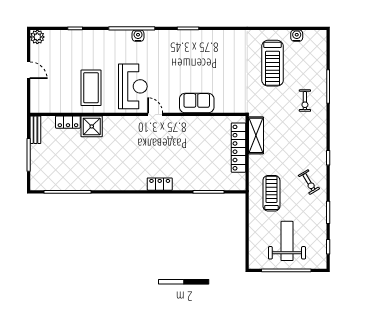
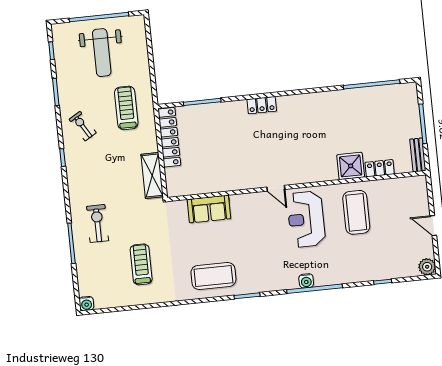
water cooler: (297, 36) -> (86, 304), moved
coffee table: (214, 47) -> (213, 276), added
treadmill: (273, 63) -> (141, 264), width x0.73, depth x0.73
exercise bike: (305, 101) -> (97, 223), width x1.38, depth x1.39
sofa: (197, 103) -> (209, 209), moved
locker: (238, 148) -> (169, 137), moved
treadmill: (271, 193) -> (126, 108), turned 180

